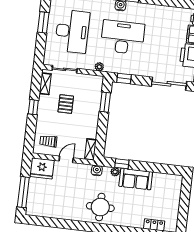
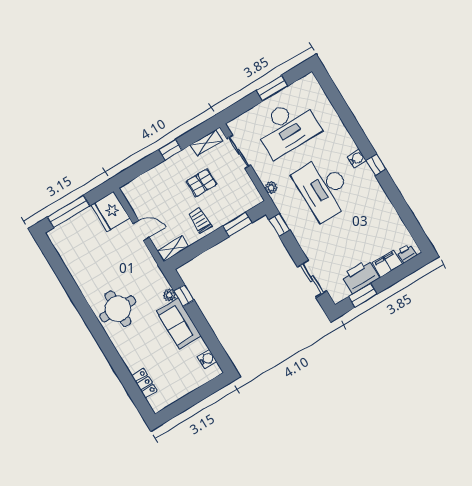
desk: (123, 37) -> (324, 188), turned 180
sliding door: (169, 84) -> (312, 279), width x0.73
trolley: (48, 141) -> (200, 220), moved
water cooler: (97, 170) -> (207, 359), moved

